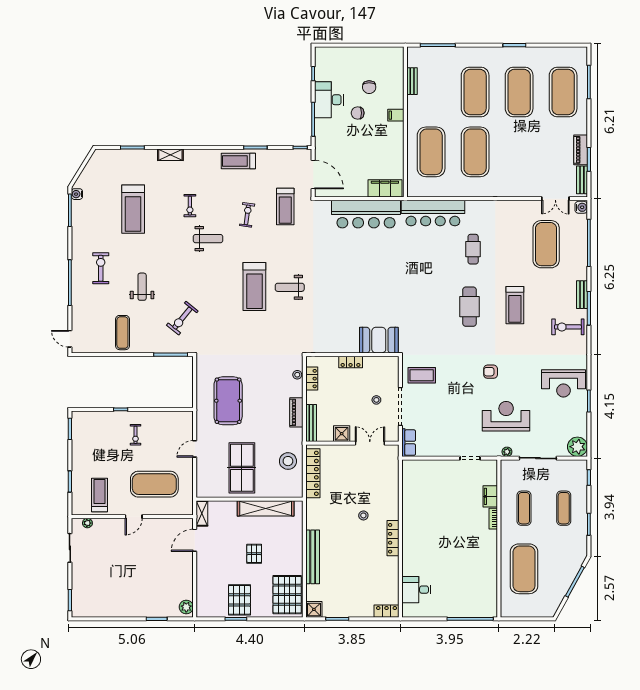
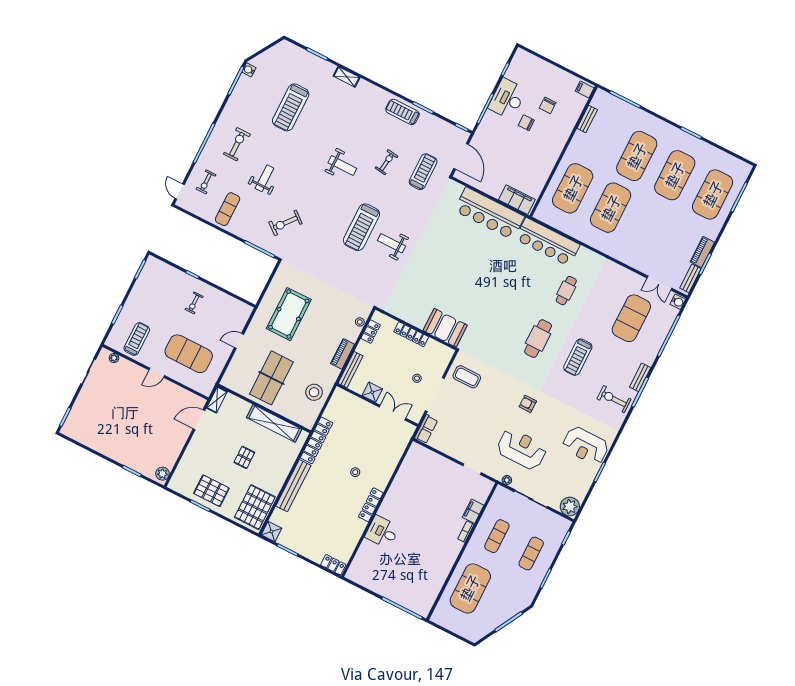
filing cabinet: (396, 115) -> (585, 90), moved
exercise bike: (190, 206) -> (206, 182), moved
treadmill: (285, 206) -> (423, 172), turned 180
locker: (351, 362) -> (411, 334), width x1.53
locker: (313, 473) -> (317, 440), moved
desk: (416, 590) -> (382, 532), moved
pallet: (239, 600) -> (211, 491), turned 90

